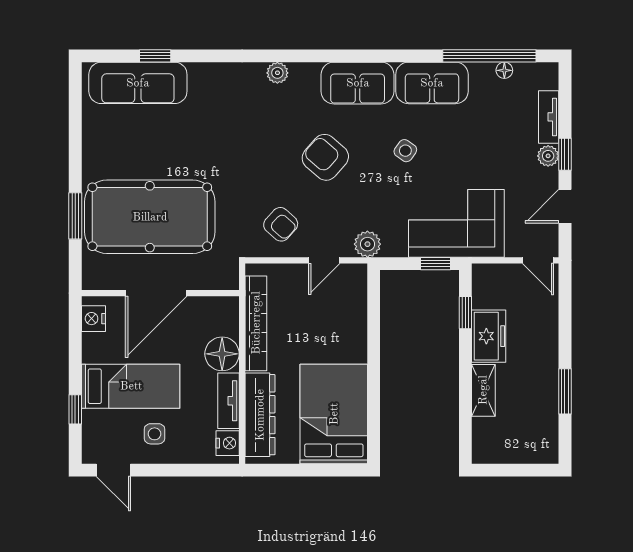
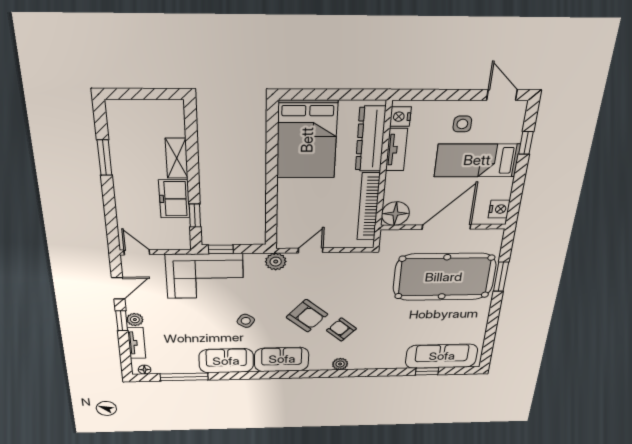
window: (489, 56) -> (184, 377), width x0.68
floor lamp: (504, 70) -> (145, 370), moved
armchair: (281, 224) -> (341, 330), moved
floor lamp: (222, 354) -> (395, 214), moved

